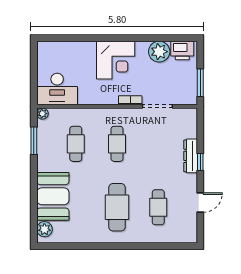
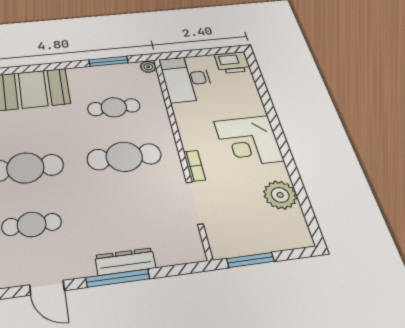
printer: (182, 50) -> (232, 63), moved, turned -90
cafe table: (117, 144) -> (124, 157), width x1.37, depth x1.35
window: (200, 162) -> (118, 278), width x2.17

